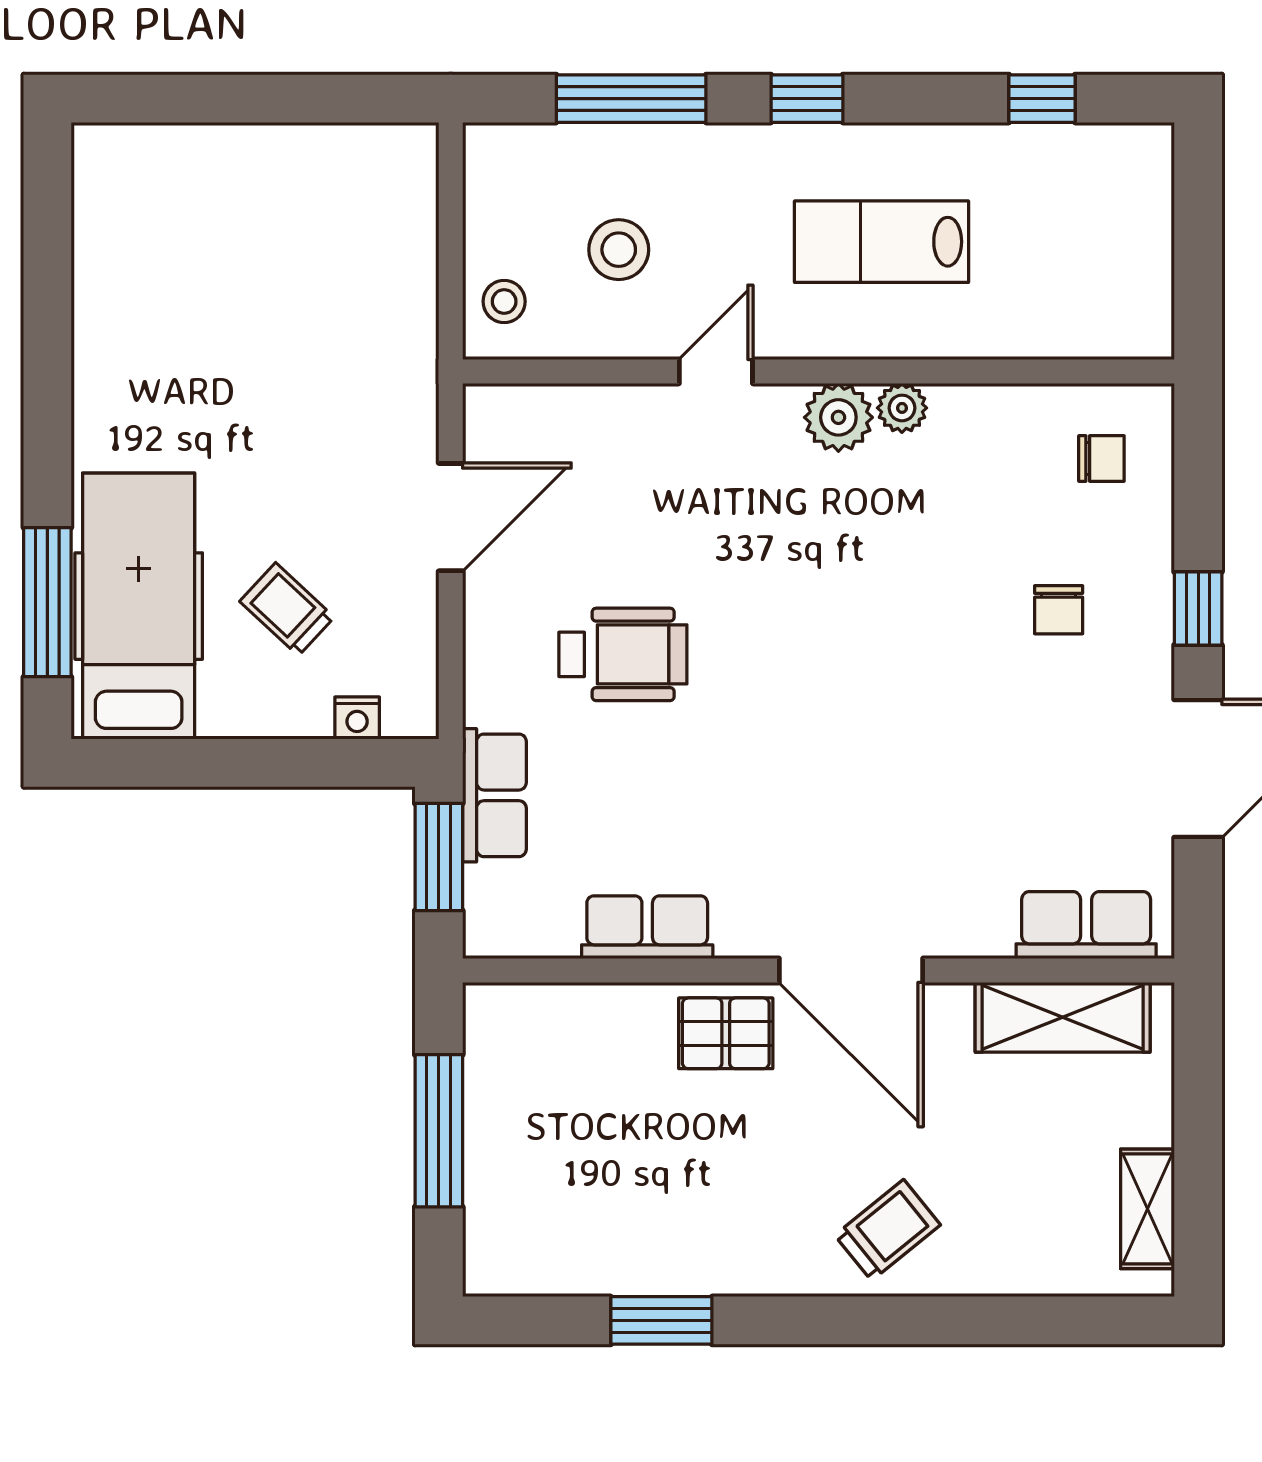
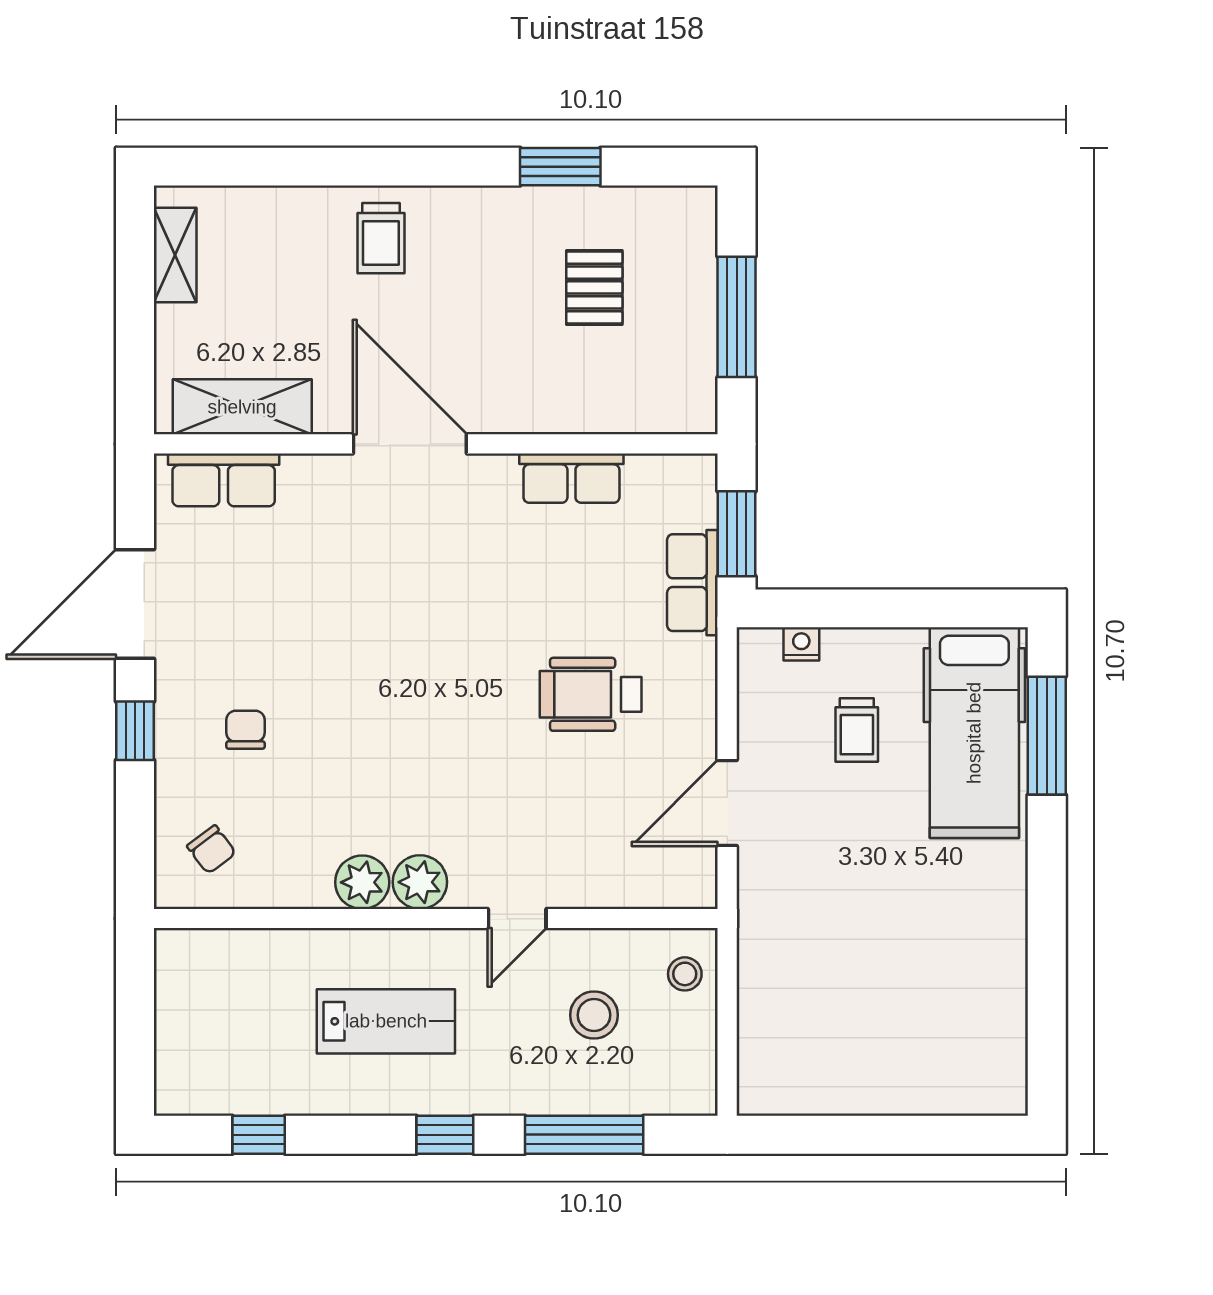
plant: (902, 408) -> (362, 882), width x1.38, depth x1.38
chair: (1101, 458) -> (212, 850), turned -127
trolley: (287, 609) -> (857, 730), turned 47
pallet: (726, 1033) -> (594, 287), moved, turned 90
trolley: (888, 1230) -> (381, 238), turned -51

